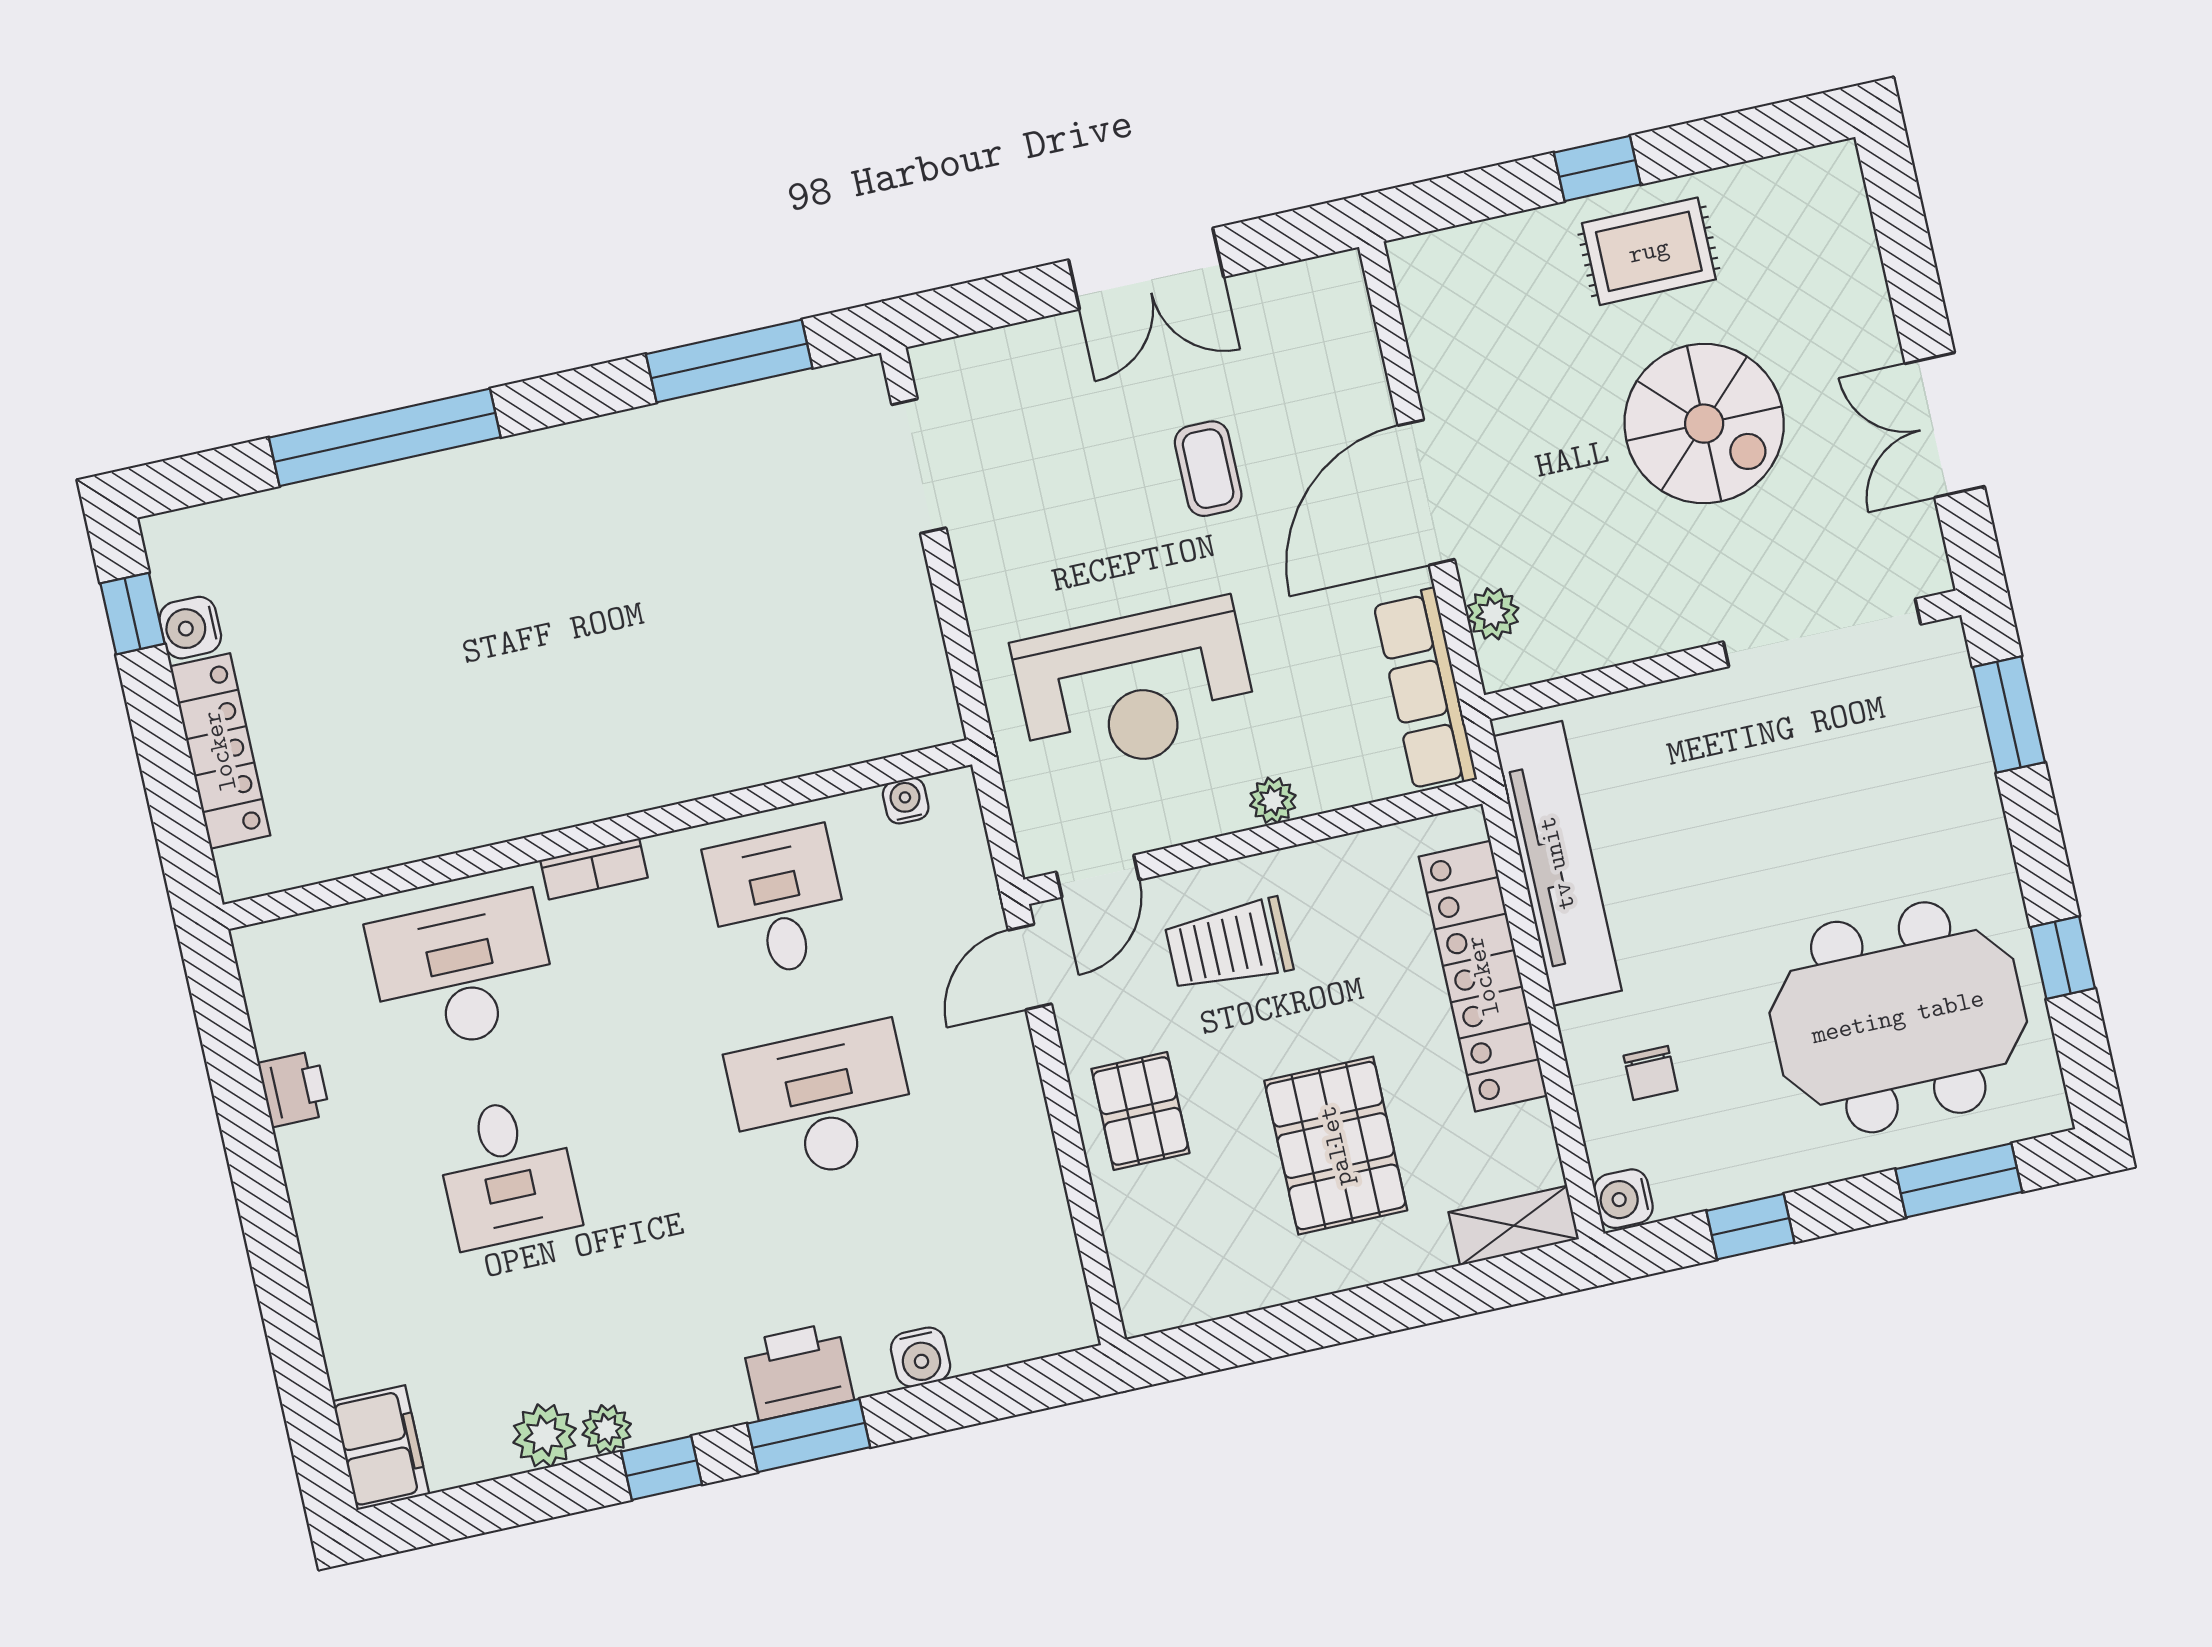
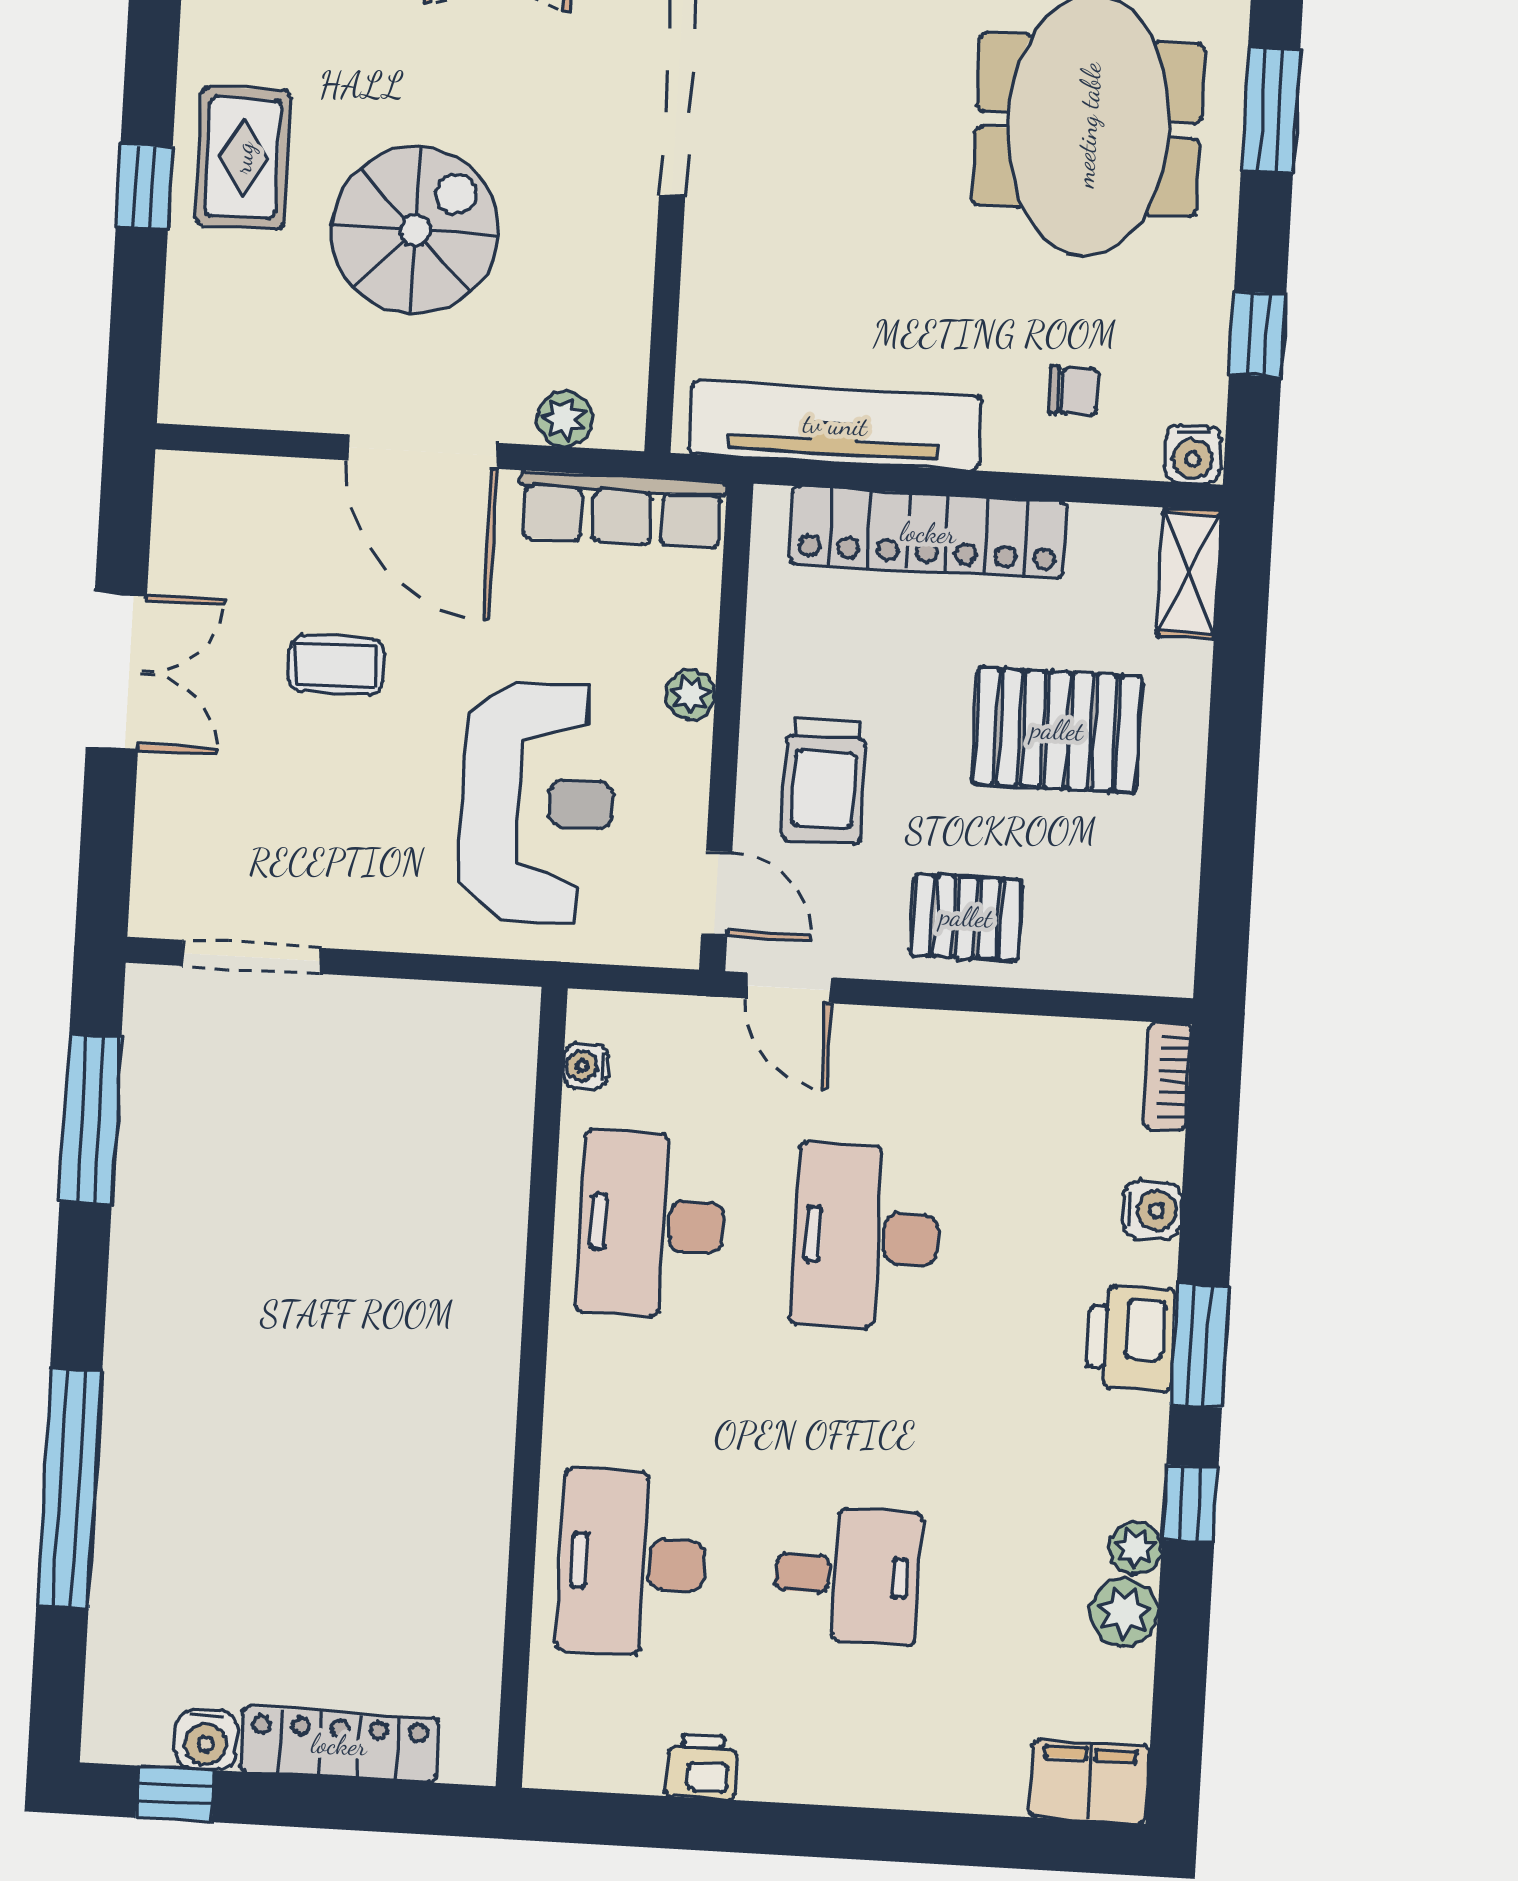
spiral stairs: (1704, 424) -> (415, 230), moved
bookcase: (594, 869) -> (1167, 1076), moved, turned 180
desk: (778, 902) -> (652, 1224), width x1.37

